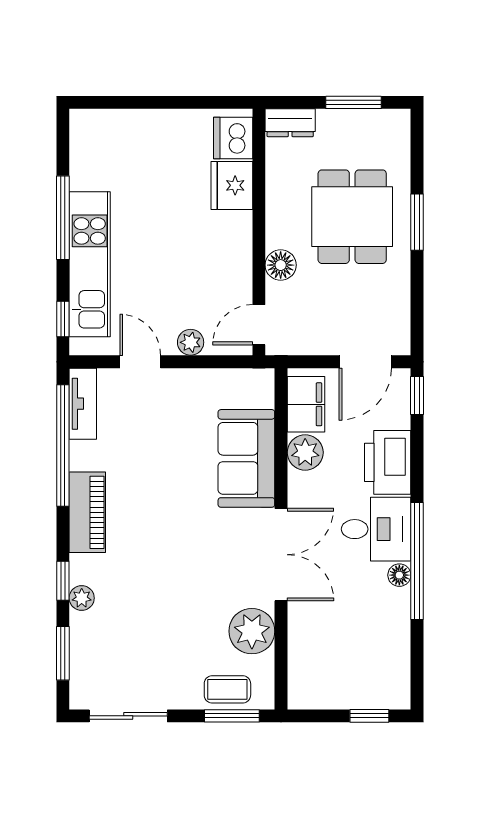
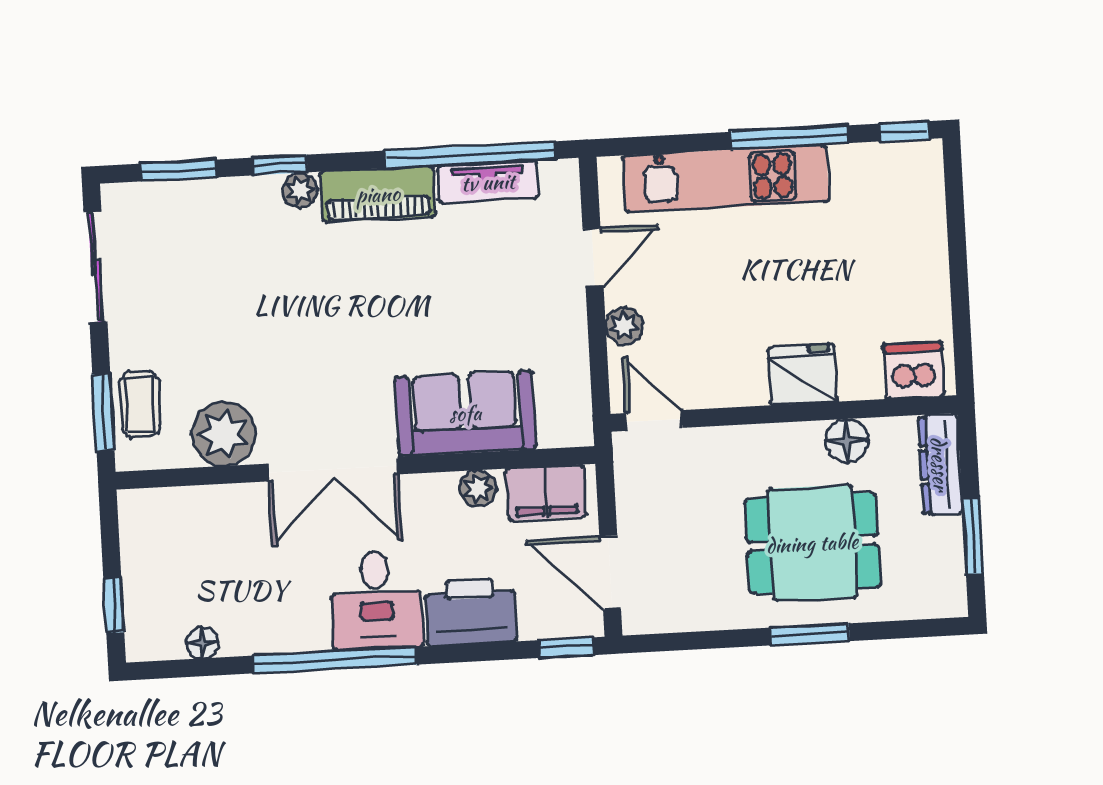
dresser: (290, 123) -> (940, 464), width x1.44
fridge: (232, 185) -> (802, 374), moved
floor lamp: (281, 265) -> (847, 441), moved
window: (63, 319) -> (904, 131), moved
tv unit: (83, 404) -> (488, 182), moved
plant: (305, 452) -> (478, 488), width x0.73, depth x0.73
floor lamp: (399, 575) -> (203, 642), moved
plant: (82, 598) -> (300, 190), moved

